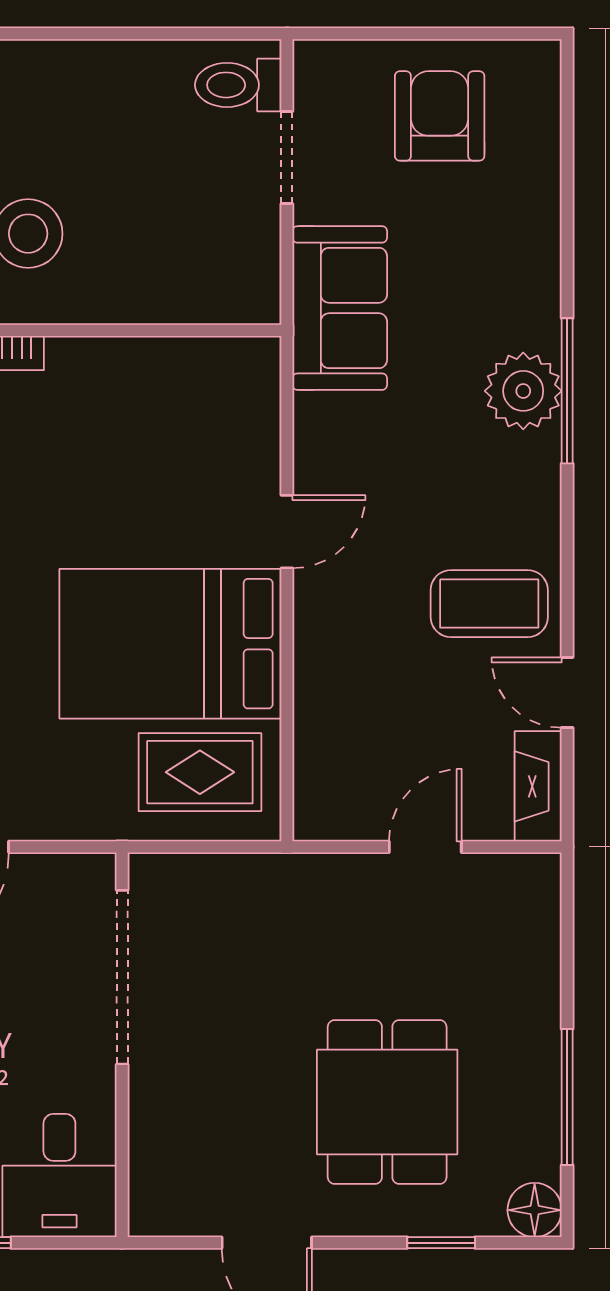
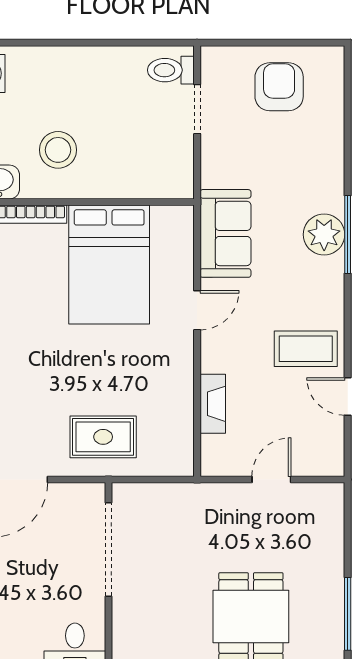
sofa: (340, 308) -> (225, 233), moved
bed: (170, 644) -> (109, 265), moved, turned -90
rug: (200, 772) -> (103, 437), moved
fireplace: (538, 786) -> (213, 404), moved, turned 180

